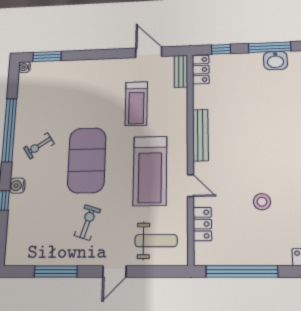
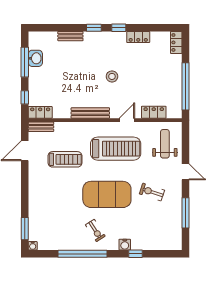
stool: (262, 202) -> (112, 76), moved

